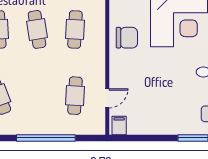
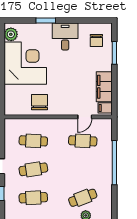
door: (107, 98) -> (85, 117), swing flipped
filing cabinet: (148, 124) -> (104, 87), added

